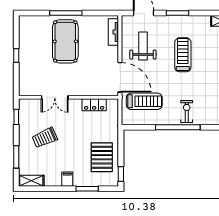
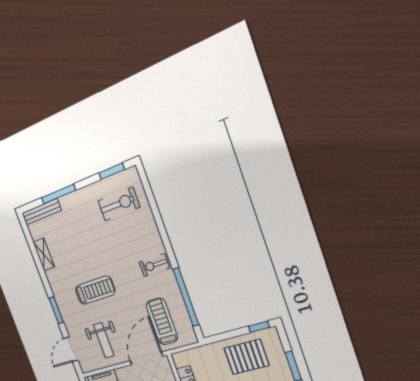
weight bench: (143, 46) -> (104, 340), turned -90
treadmill: (183, 55) -> (95, 290), turned 180
window: (178, 127) -> (186, 297), moved

